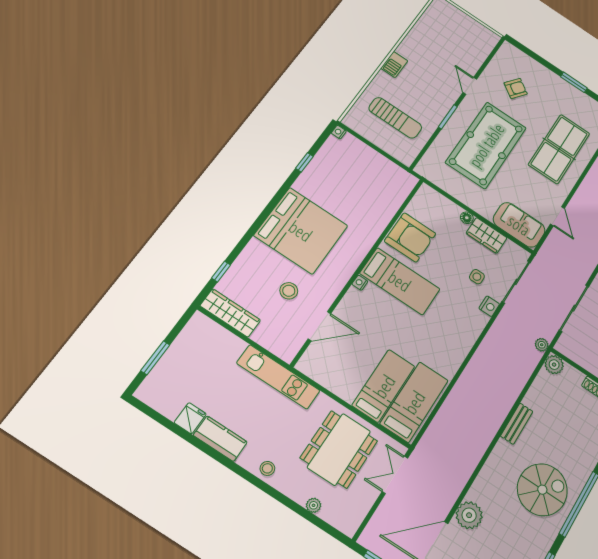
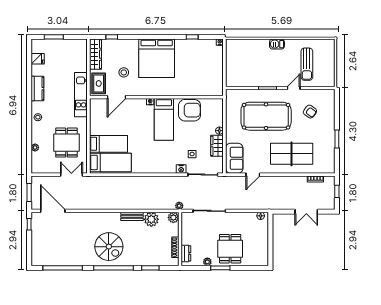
sun lounger: (395, 118) -> (307, 64), moved
armchair: (410, 237) -> (190, 110), turned -90
door: (319, 326) -> (117, 97), hinge flipped
rug: (280, 339) -> (99, 83), added
fridge: (190, 418) -> (38, 59), moved
dining table: (339, 449) -> (66, 143), width x0.73
plant: (469, 515) -> (151, 219), moved

